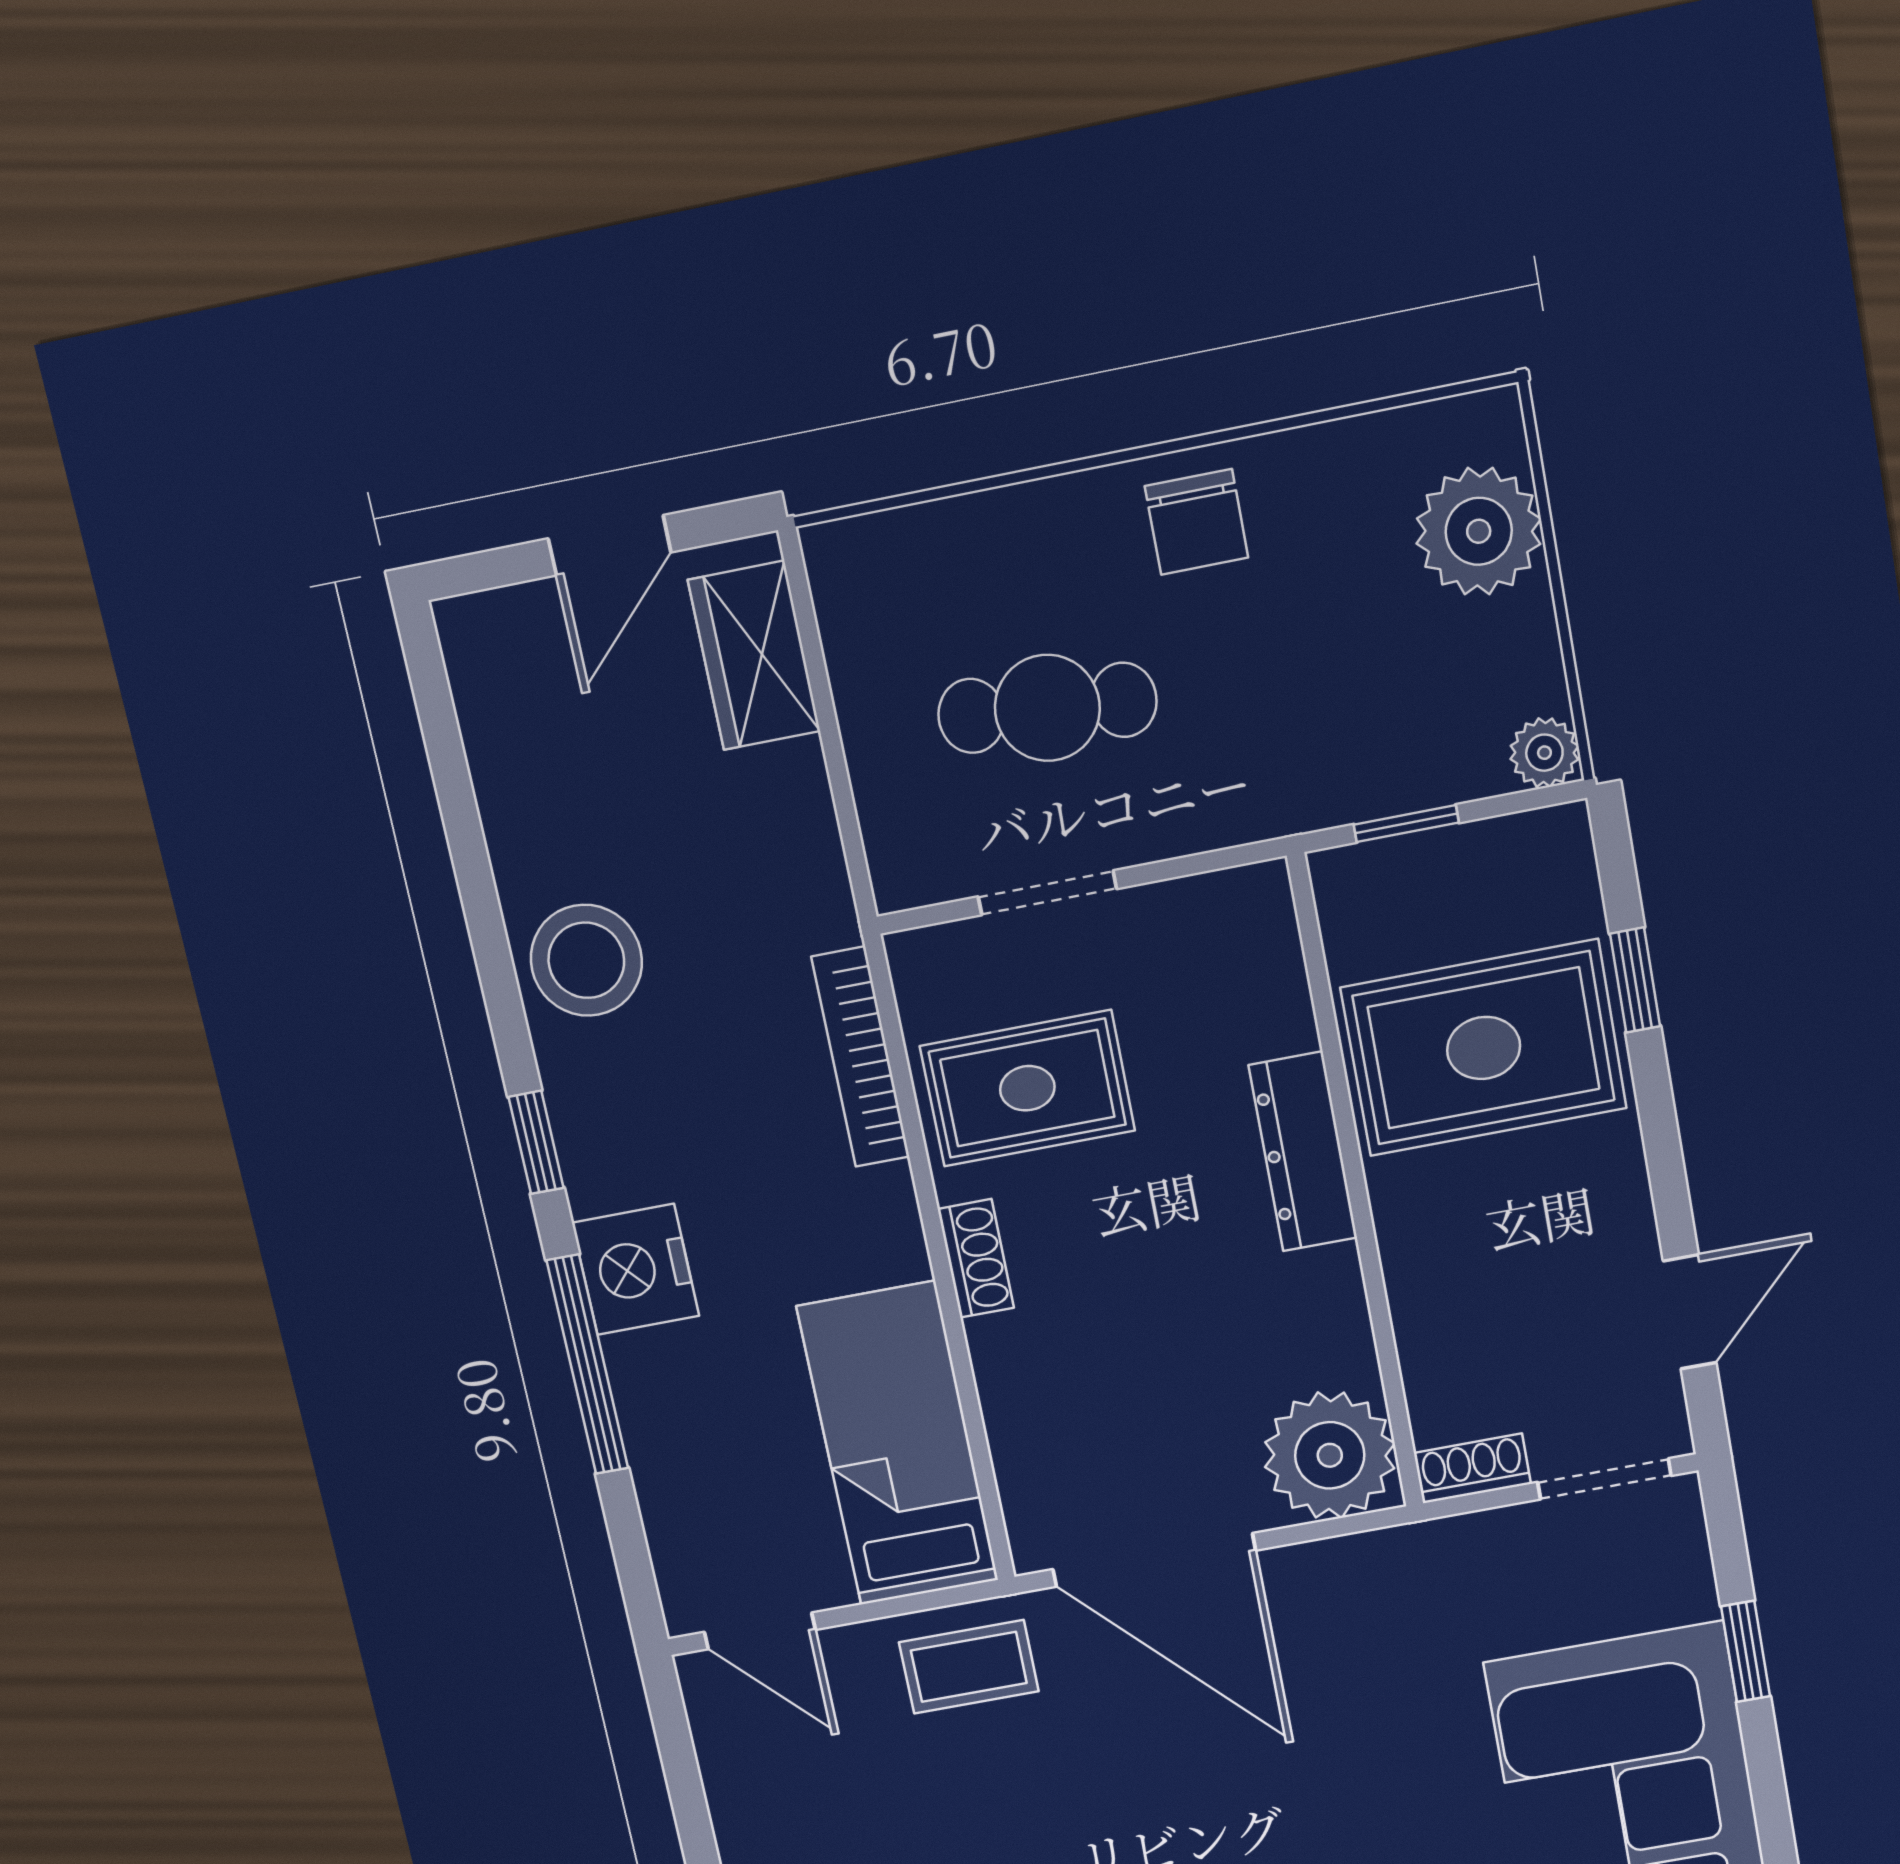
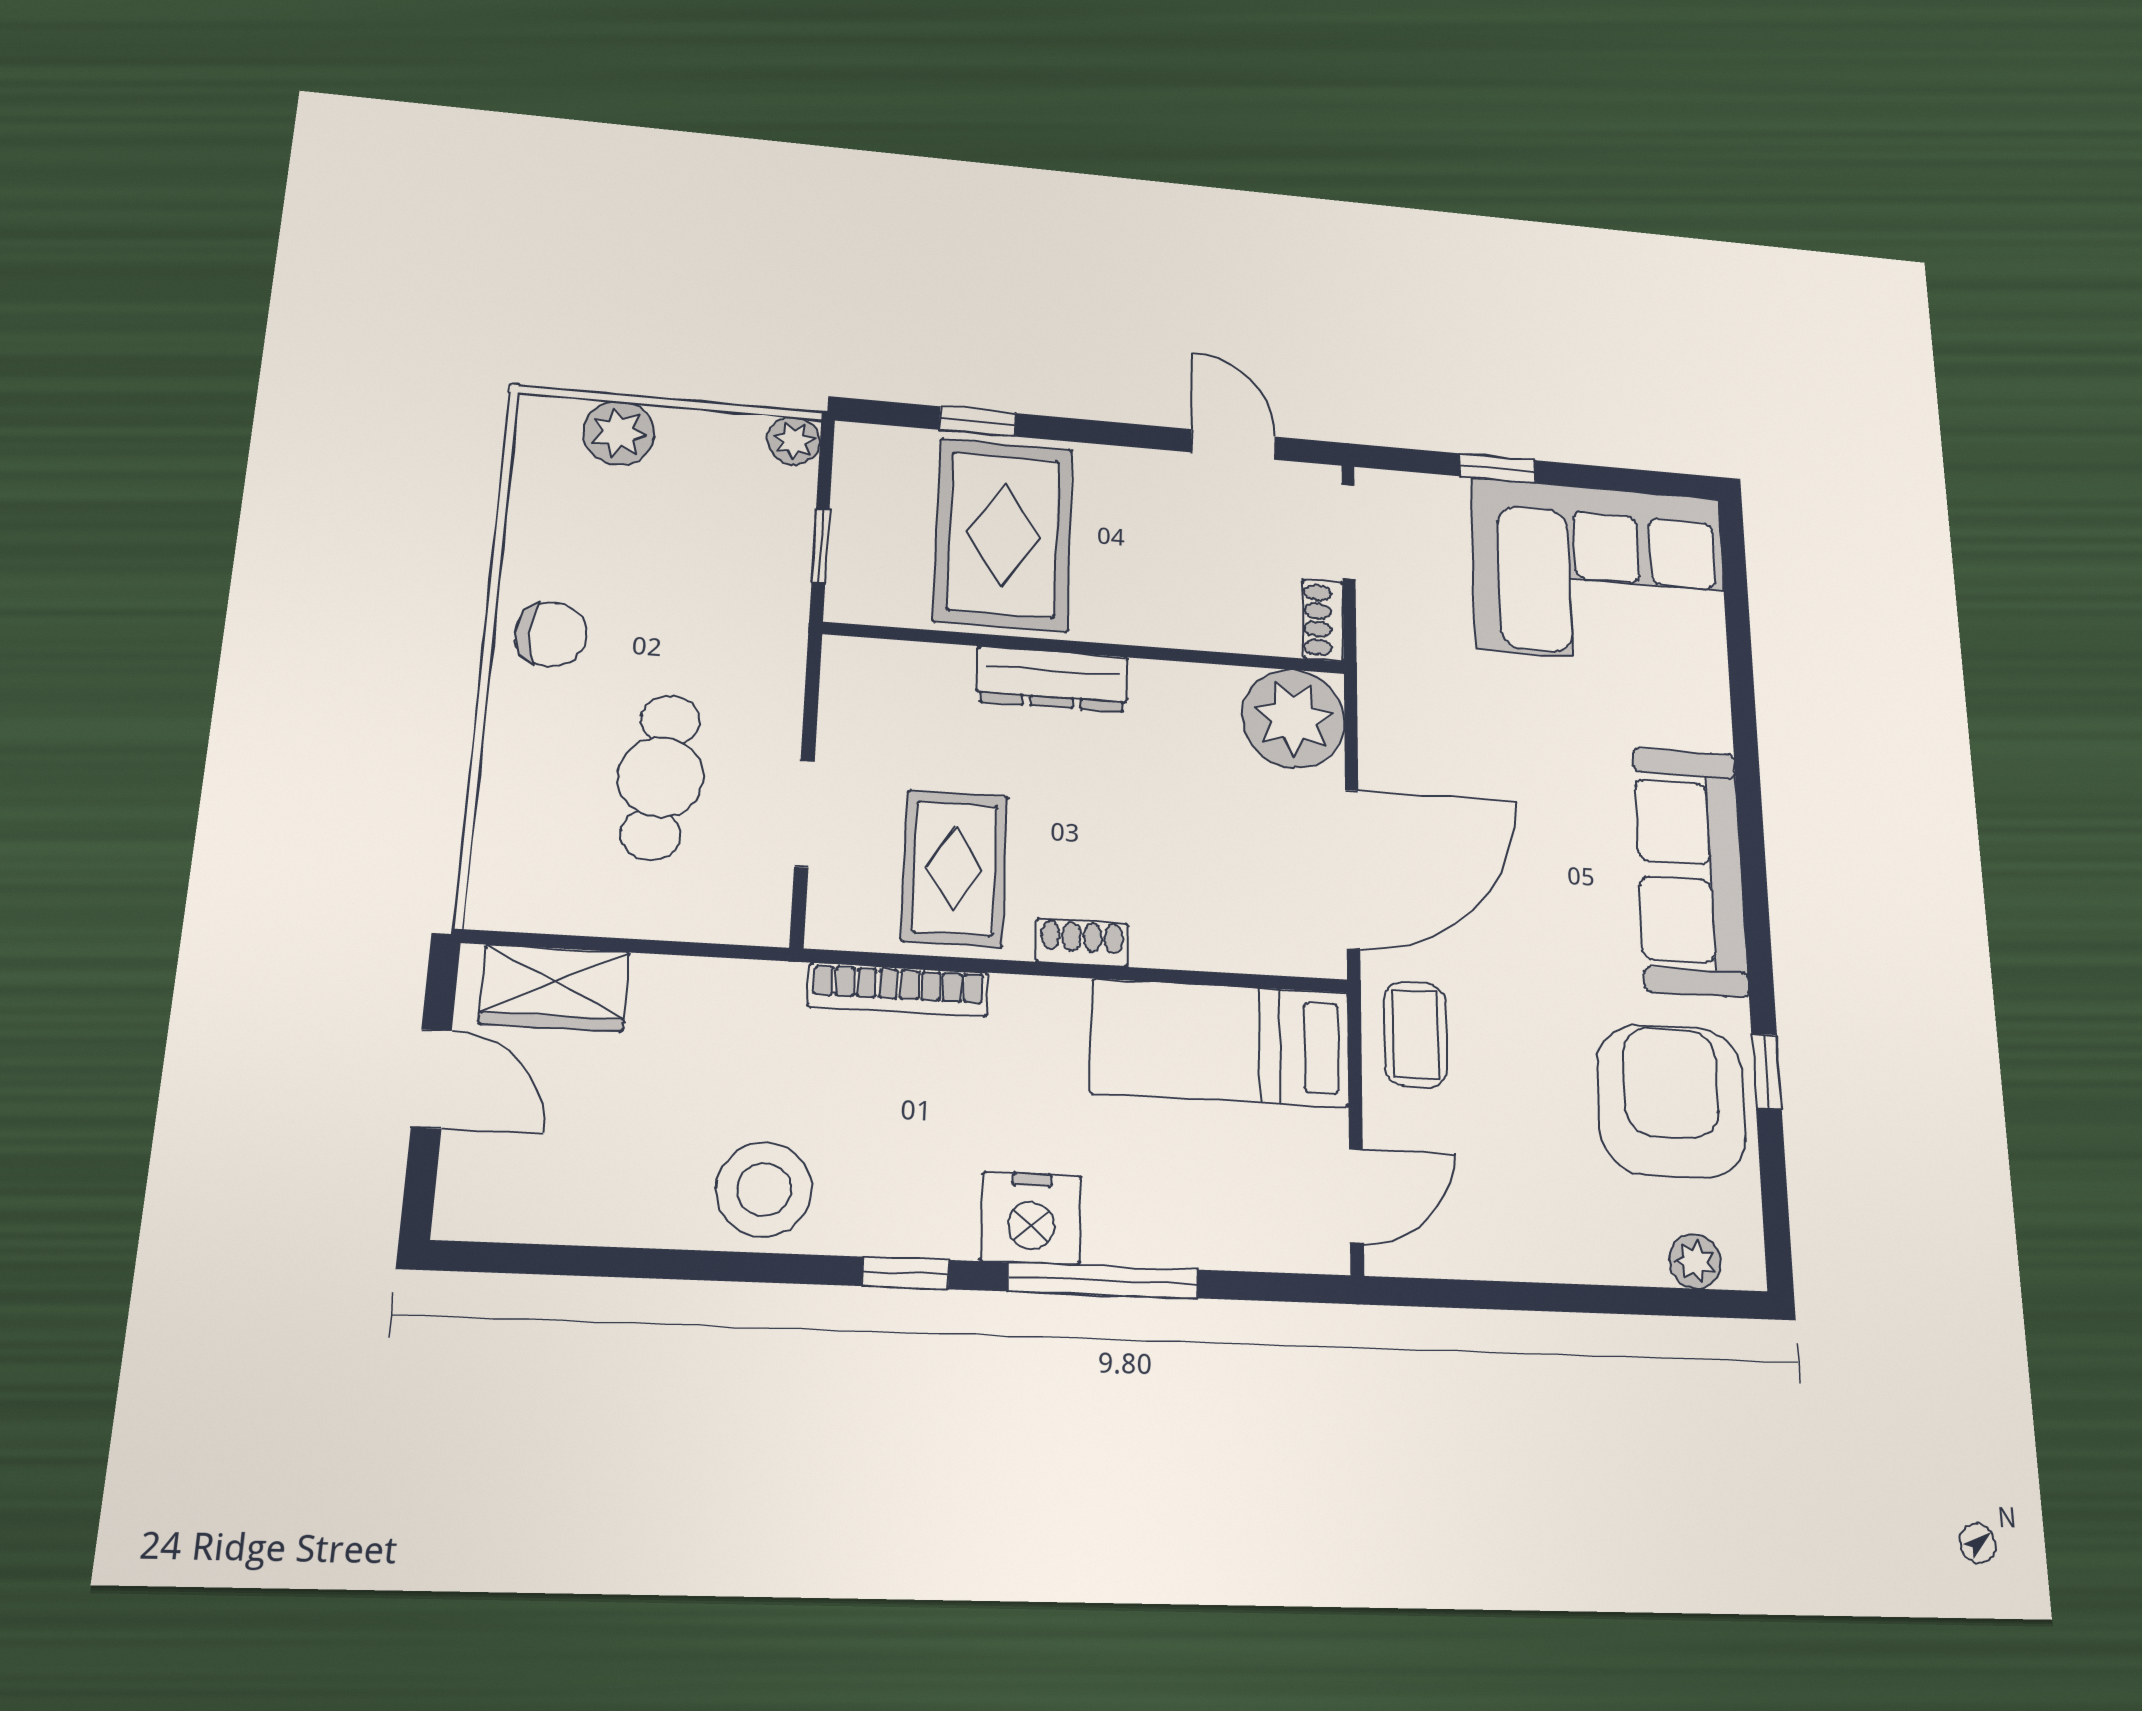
plant: (1479, 531) -> (619, 433), width x0.73, depth x0.73

